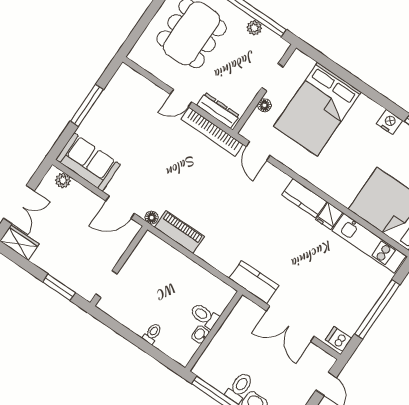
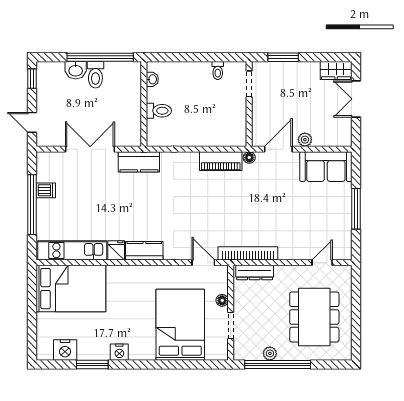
door: (181, 98) -> (322, 263), moved
plant: (63, 181) -> (305, 140), moved
toilet: (152, 333) -> (218, 71), moved
washbasin: (200, 335) -> (152, 79), moved
dishwasher: (338, 339) -> (46, 190), moved

